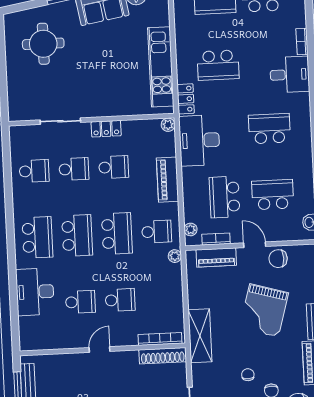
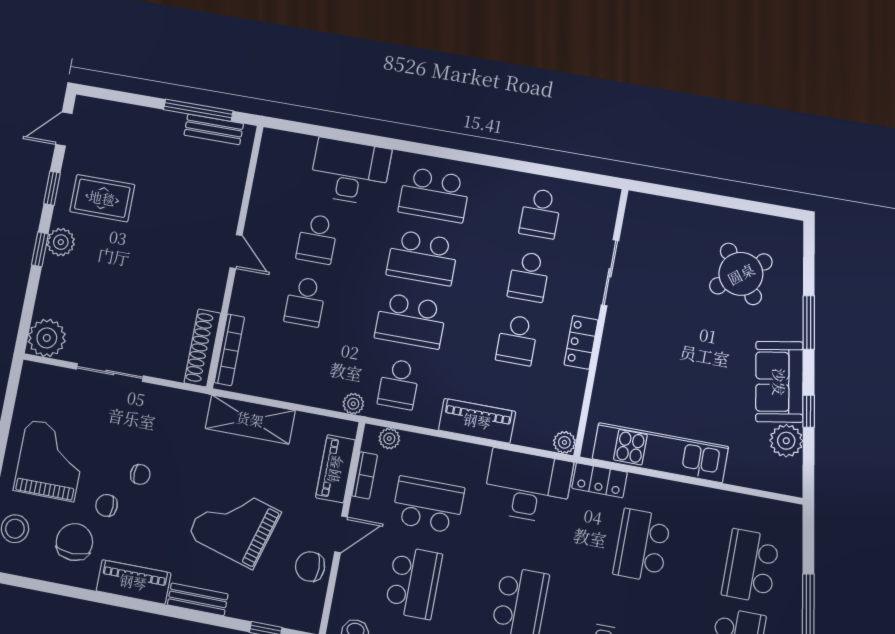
round table: (43, 44) -> (741, 274), turned -38
chair: (278, 259) -> (310, 567), turned -90
shelving: (200, 336) -> (250, 419), moved

